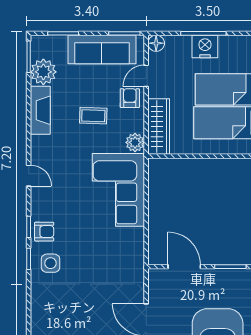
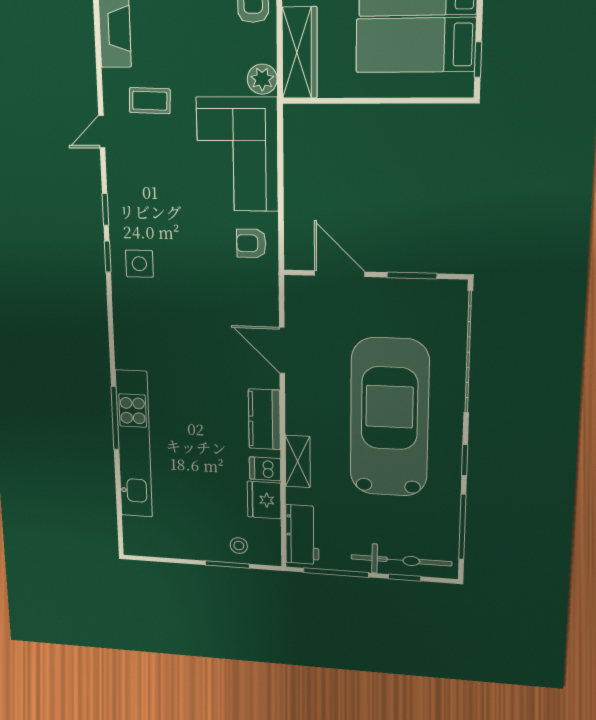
coffee table: (93, 116) -> (150, 101), moved
door: (29, 176) -> (102, 132), swing flipped
armchair: (44, 232) -> (251, 243), moved, turned 180

